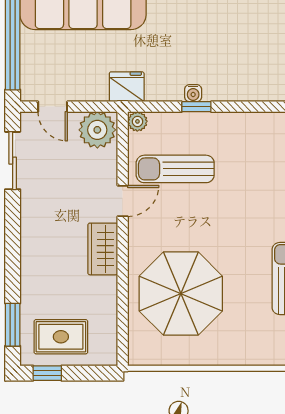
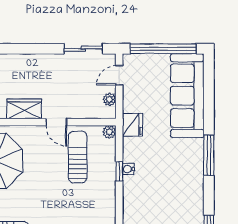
plant: (97, 130) -> (109, 99), width x0.53, depth x0.53

